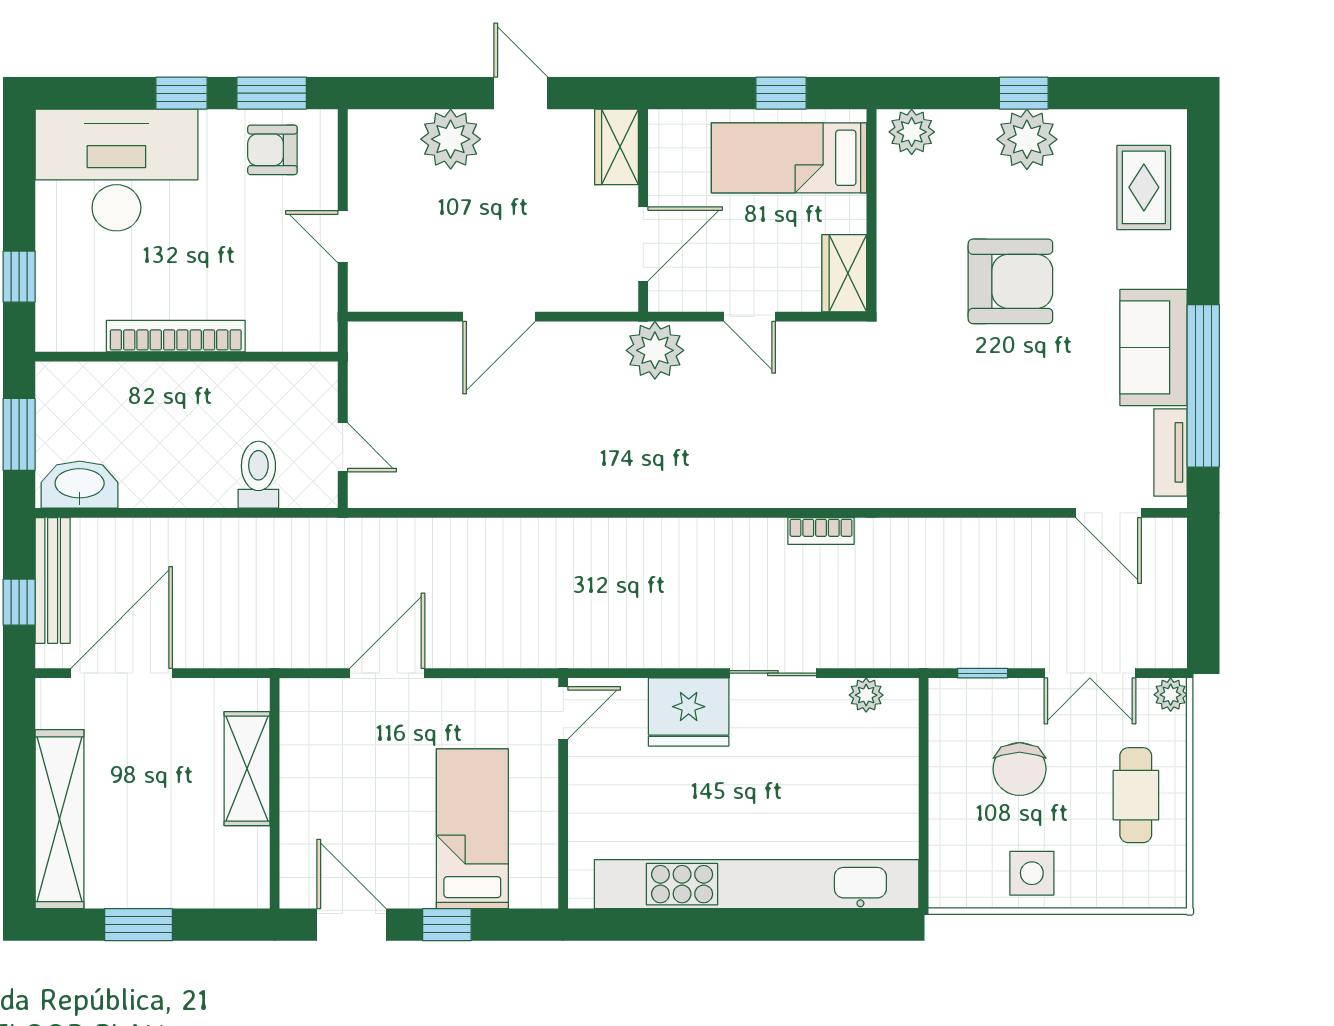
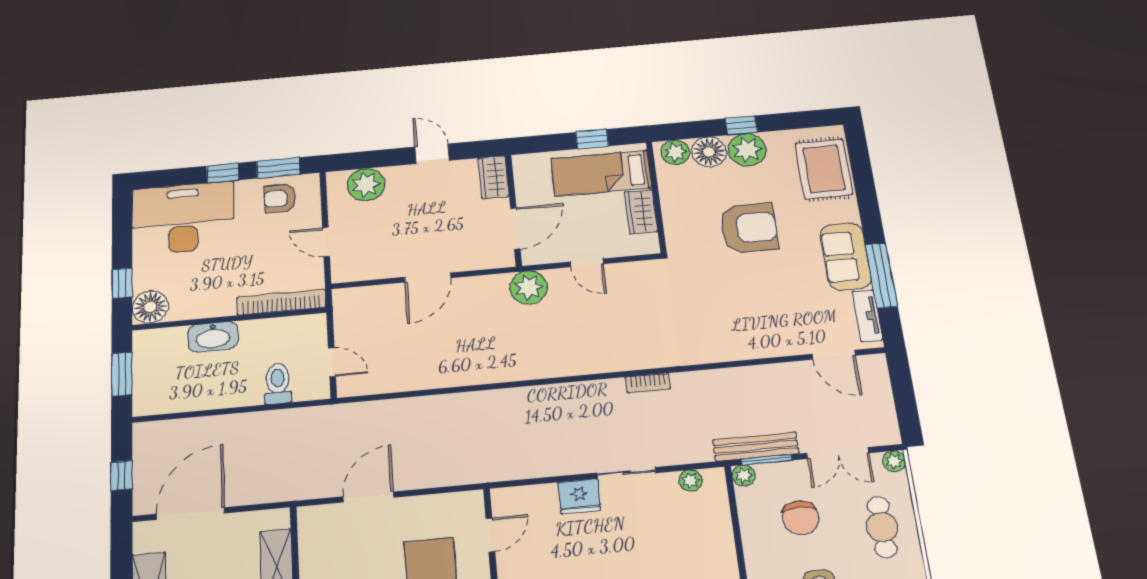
floor lamp: (966, 137) -> (709, 152), added
plant: (451, 139) -> (366, 185), moved
rug: (1144, 187) -> (824, 169), width x1.36, depth x1.43
wardrobe: (844, 273) -> (641, 212), moved
floor lamp: (63, 323) -> (150, 307), added
bookcase: (176, 336) -> (281, 302), moved
window: (1203, 386) -> (881, 275), width x0.68
washbasin: (80, 485) -> (213, 337), moved, turned 180
bench: (53, 581) -> (756, 447), moved, turned 90
window: (983, 673) -> (766, 460), width x1.50
plant: (945, 695) -> (743, 476), added
fridge: (689, 712) -> (579, 496), width x0.73, depth x0.75
door: (563, 713) -> (490, 535), moved

